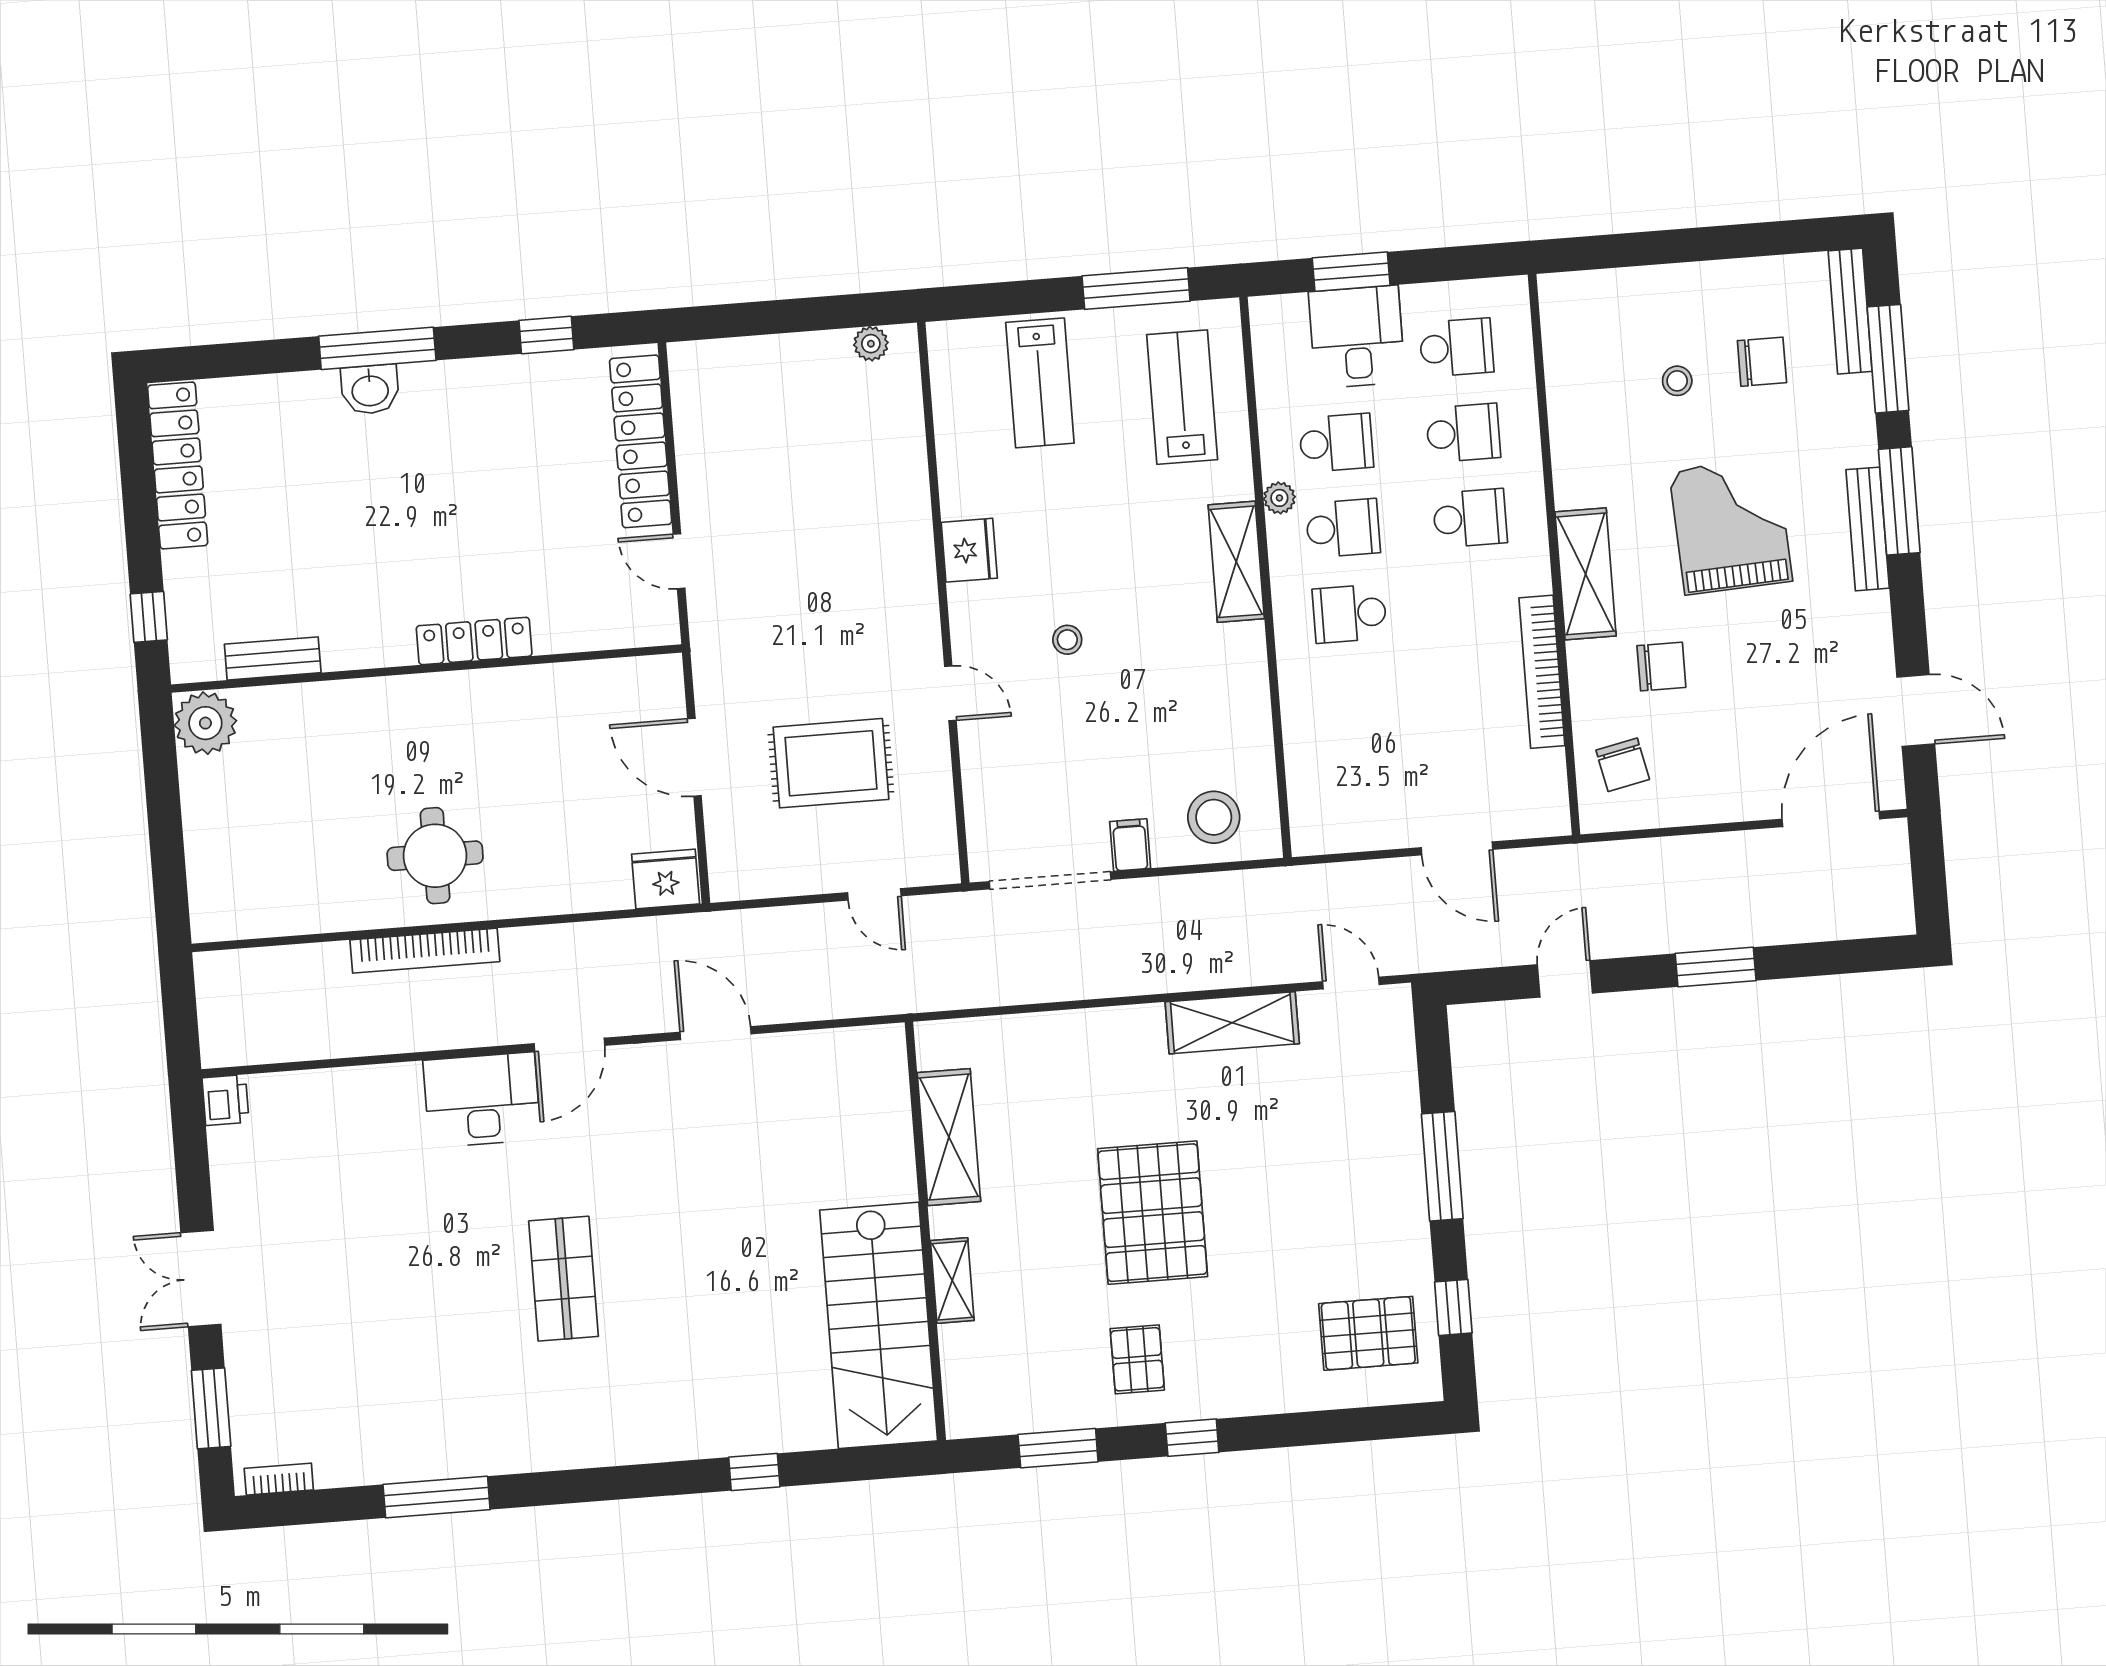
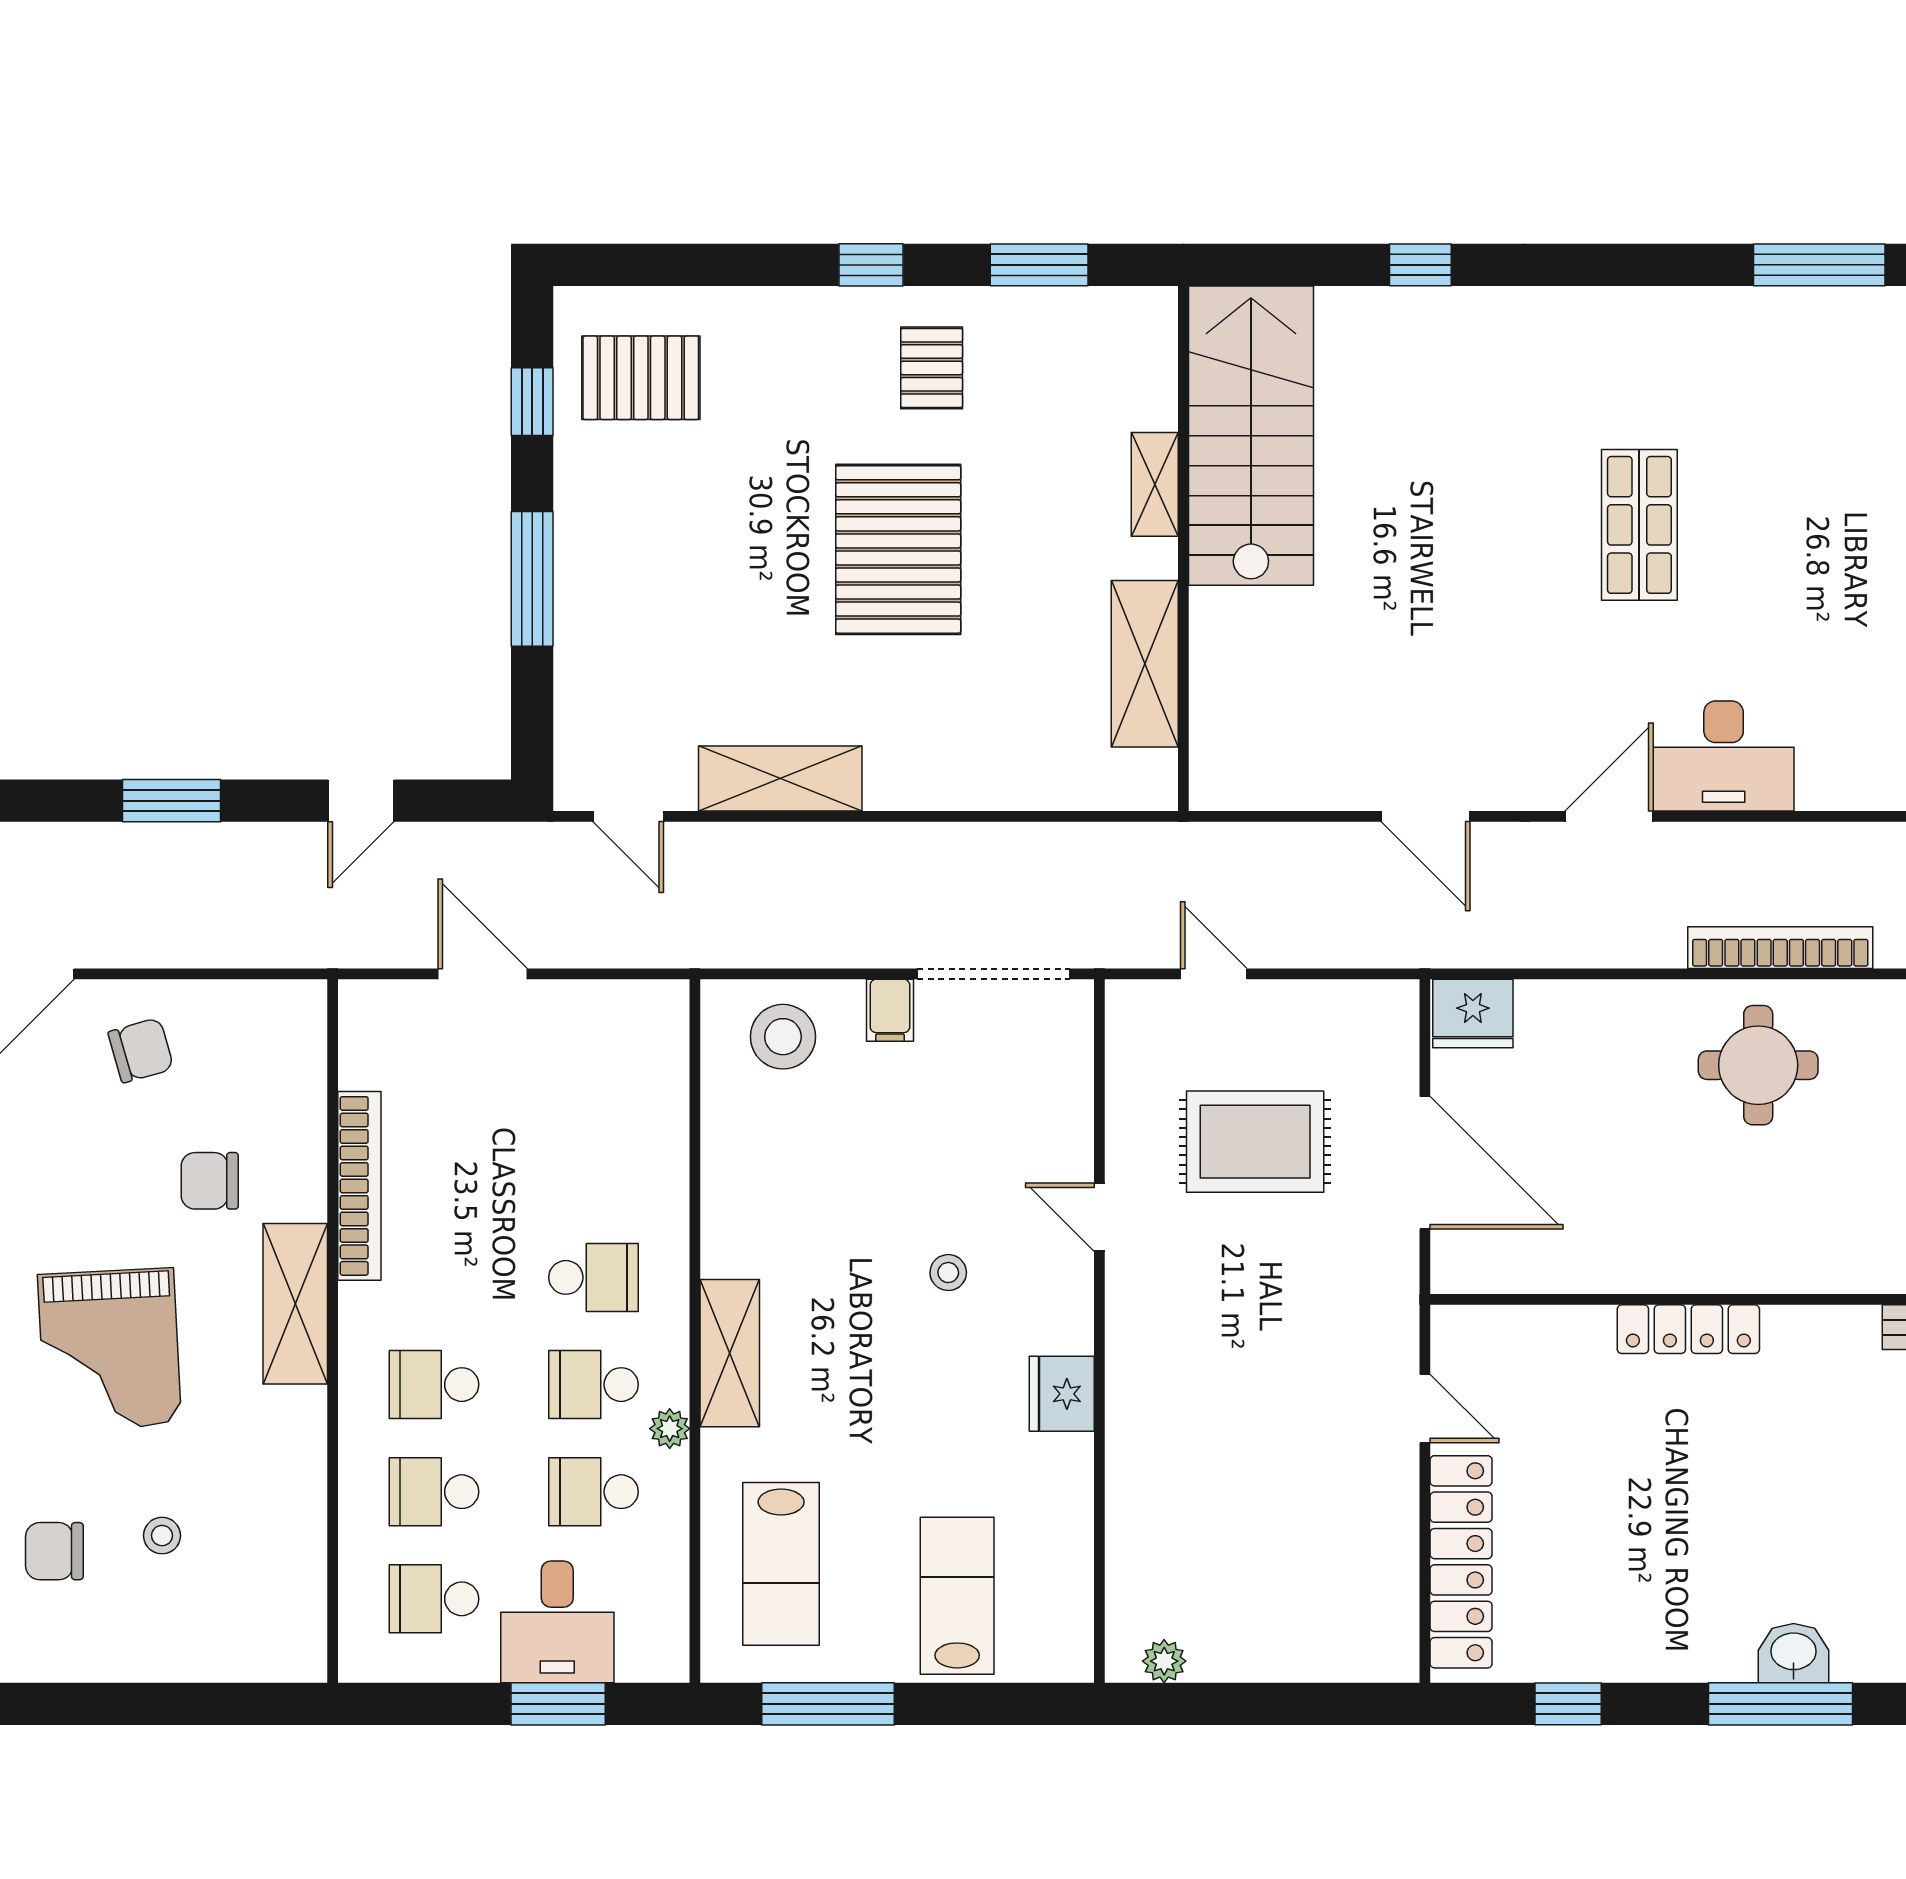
door: (694, 757) -> (1425, 1163), width x1.36
chair: (1623, 765) -> (141, 1050), moved, turned 86

